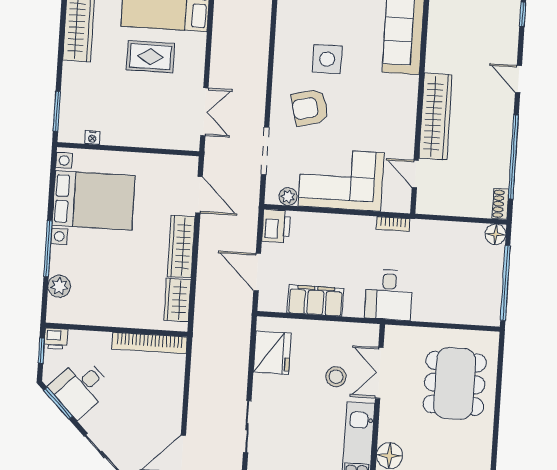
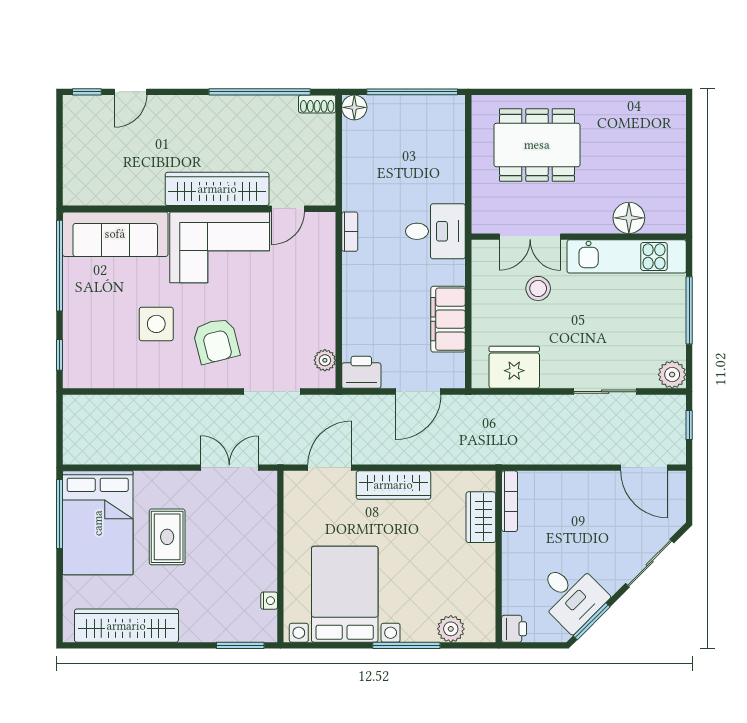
door: (518, 79) -> (131, 92), moved
corner sofa: (341, 179) -> (220, 247), moved, turned -90
wardrobe: (177, 300) -> (481, 517), moved, turned 90
bookcase: (149, 343) -> (510, 501), width x0.68, depth x0.76
window: (41, 351) -> (530, 645), removed

